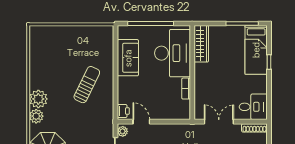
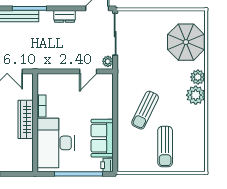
wardrobe: (201, 44) -> (26, 119), moved
sun lounger: (68, 50) -> (165, 147), added
printer: (123, 111) -> (107, 165), moved
door: (141, 122) -> (88, 71), hinge flipped

